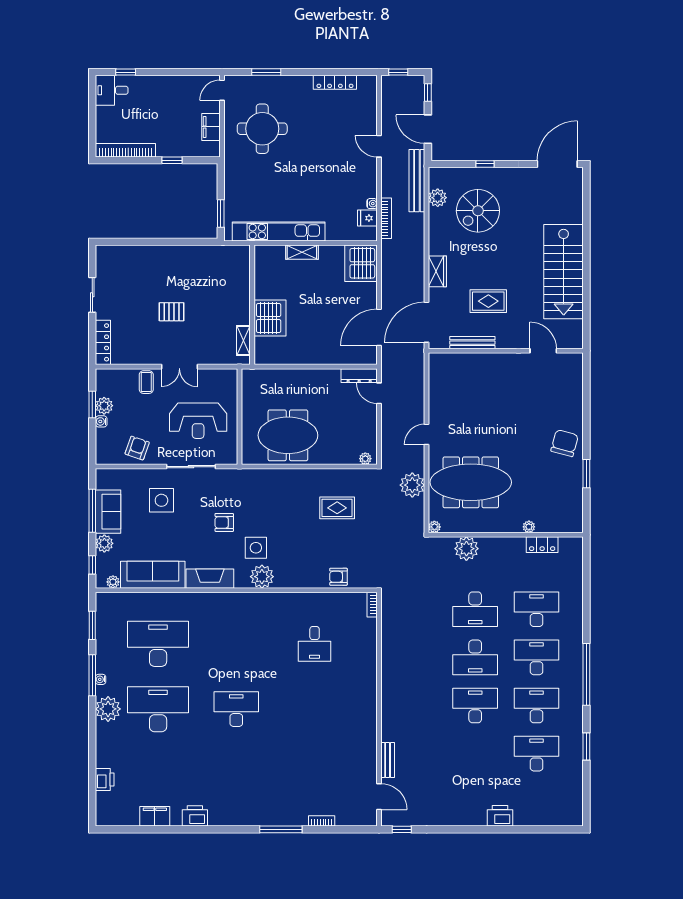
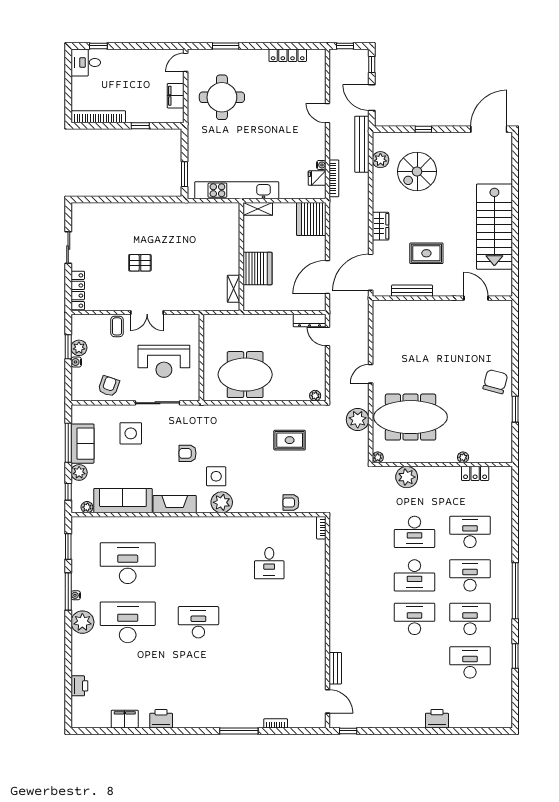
wall: (252, 305) -> (241, 257), moved
server rack: (270, 318) -> (258, 268), moved
shelving: (243, 340) -> (234, 289), moved

